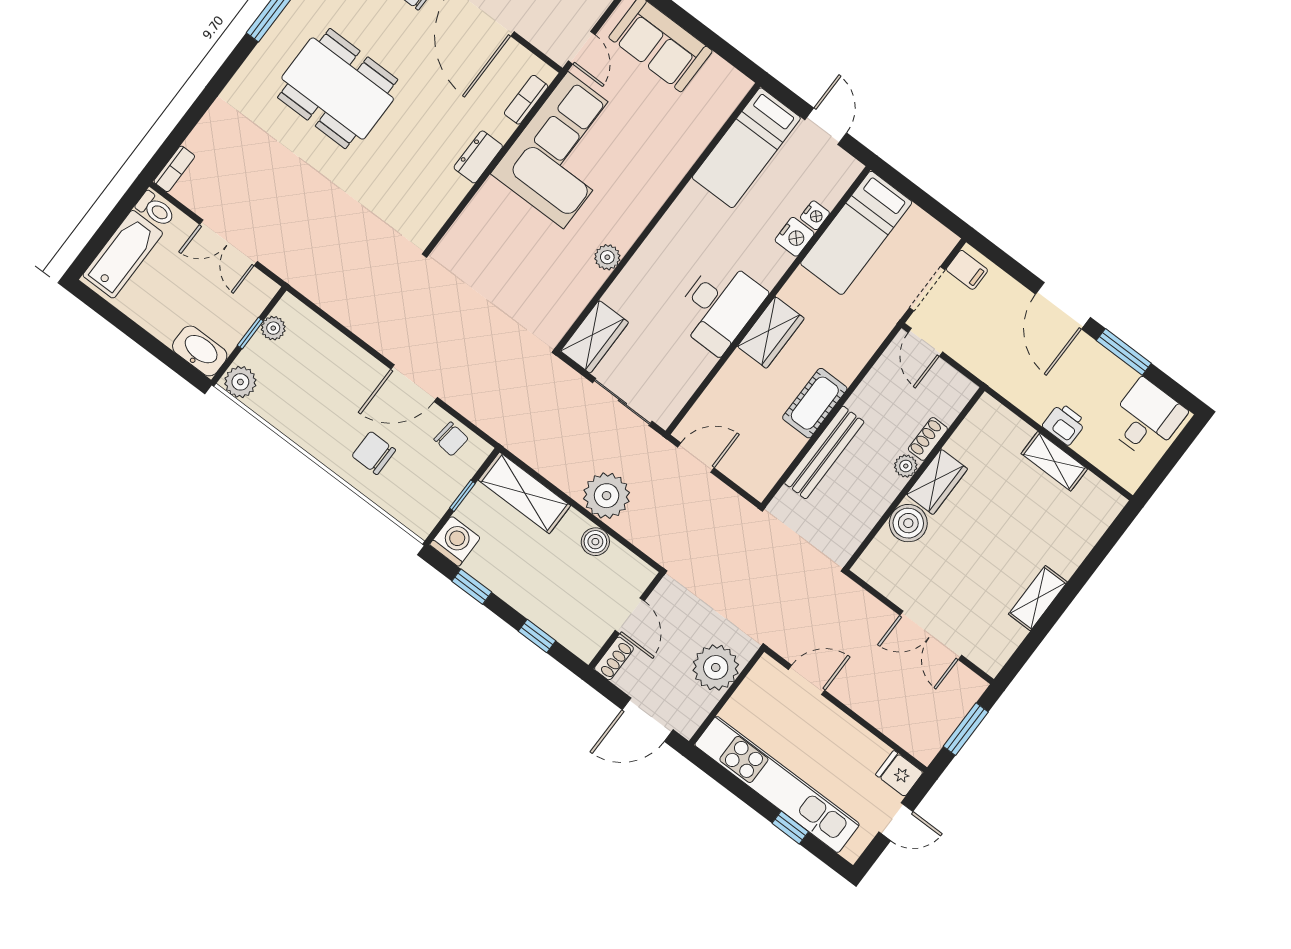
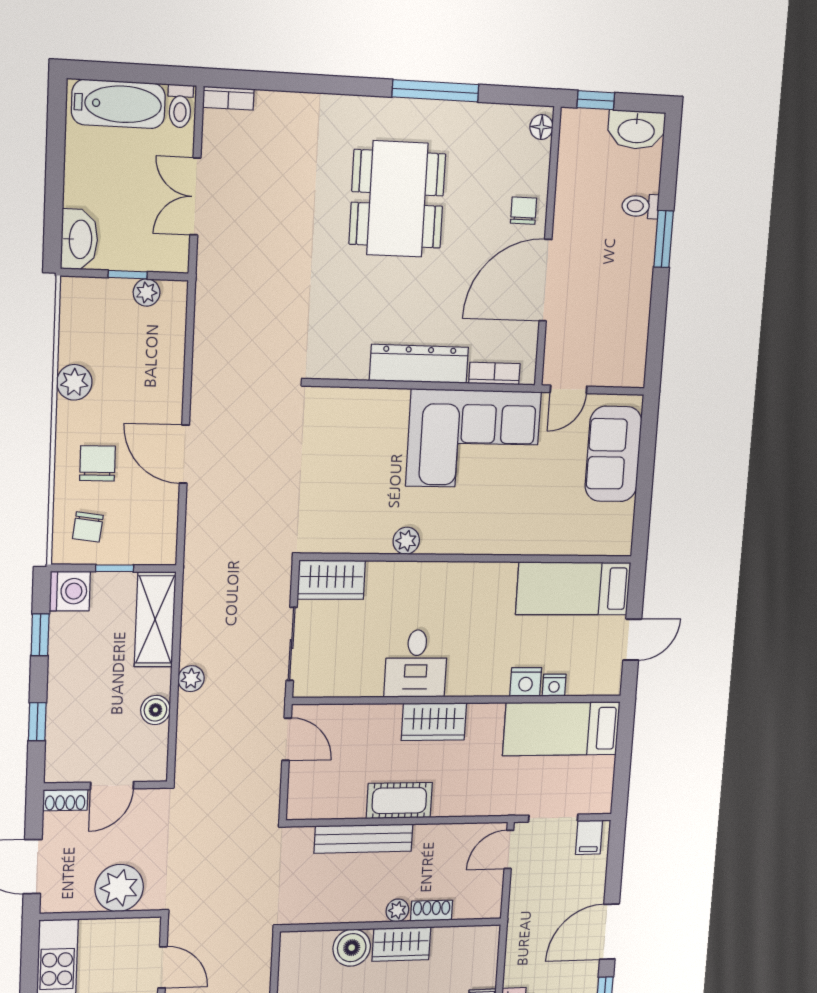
dresser: (478, 157) -> (419, 364), width x1.96, depth x1.24
desk: (719, 306) -> (416, 664), width x0.73
plant: (240, 382) -> (74, 382), moved
chair: (451, 439) -> (88, 527), moved
plant: (607, 496) -> (191, 679), width x0.53, depth x0.53

